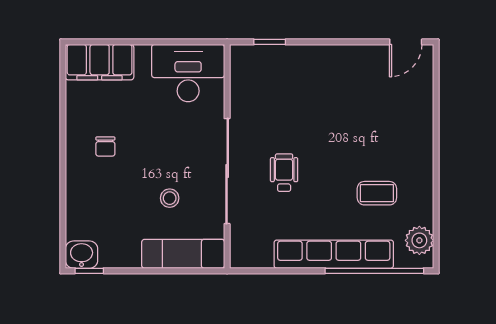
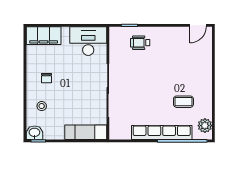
wheelchair: (284, 173) -> (140, 43), moved, turned -90
stool: (170, 198) -> (42, 106), moved

